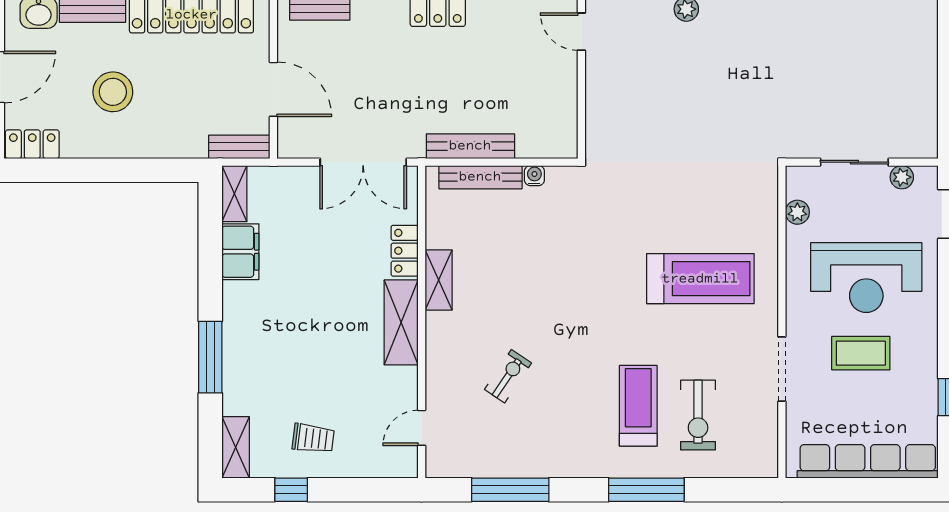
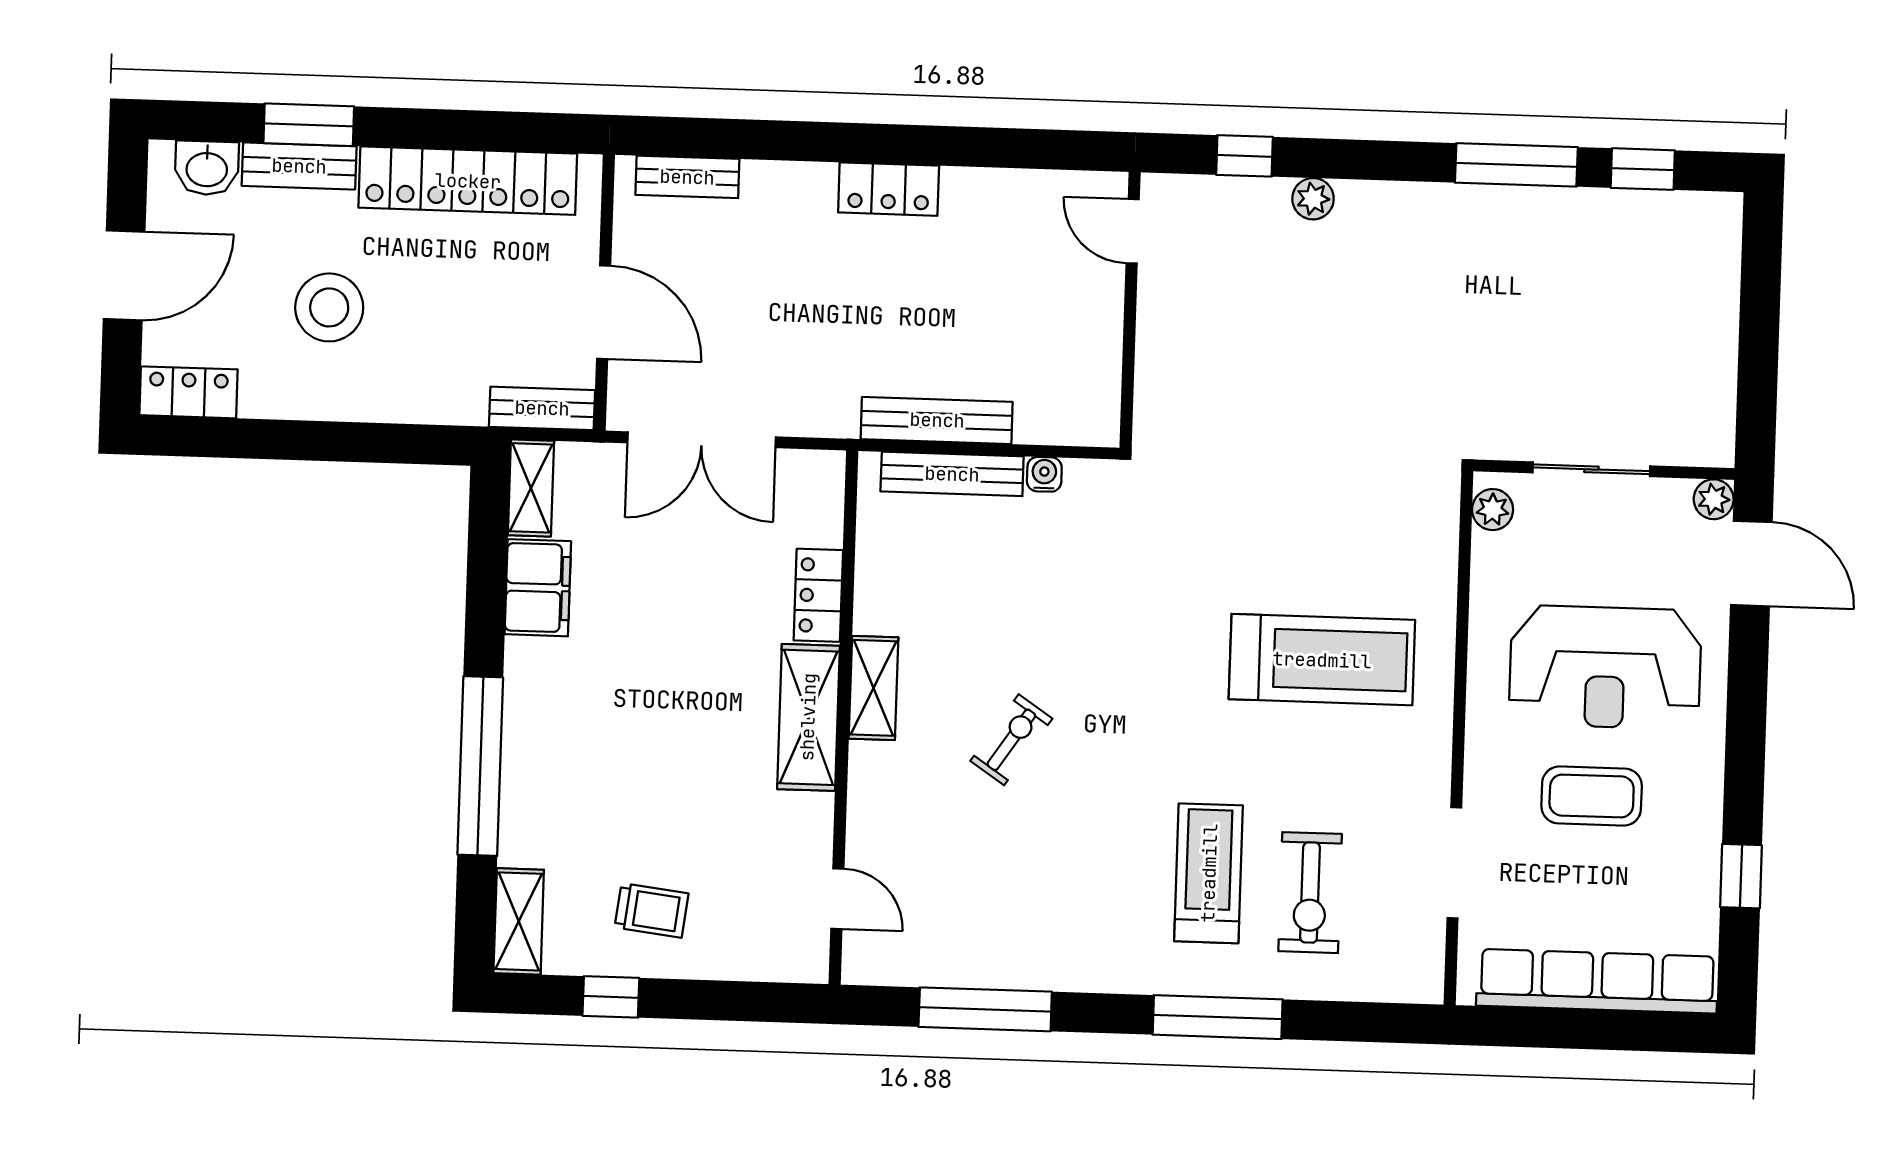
double door: (363, 162) -> (702, 440), moved
plant: (902, 177) -> (1714, 499), moved
plant: (797, 212) -> (1493, 510), moved
shelving: (439, 280) -> (873, 688), moved
window: (210, 357) -> (480, 766), width x1.46
doorway: (782, 369) -> (1454, 863), moved
exercise bike: (508, 376) -> (1011, 740), moved
door: (422, 428) -> (837, 899), swing flipped

